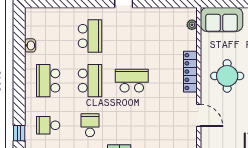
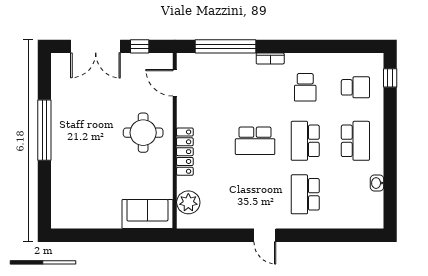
plant: (192, 25) -> (188, 202), width x1.88, depth x1.88
round table: (227, 76) -> (143, 133), moved
door: (199, 115) -> (175, 83), moved

